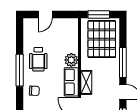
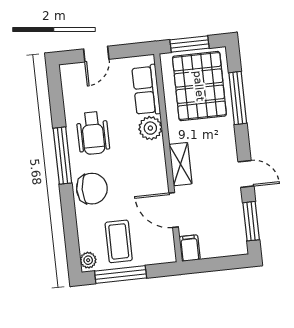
window: (123, 63) -> (238, 98), moved
row of seats: (71, 82) -> (146, 90), moved
chair: (34, 91) -> (92, 189), width x1.87, depth x1.87

